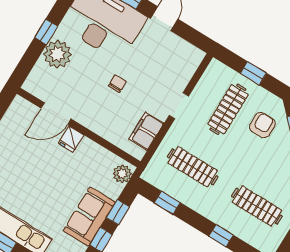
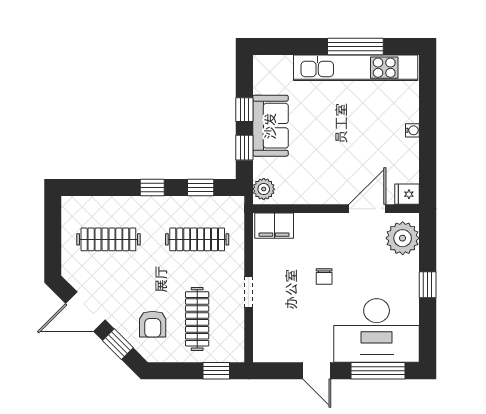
plant: (57, 54) -> (403, 238), moved
window: (253, 73) -> (216, 371), moved
filing cabinet: (146, 131) -> (274, 226), moved, turned 90
fridge: (71, 139) -> (407, 194), moved, turned -90
window: (221, 236) -> (152, 188), moved

